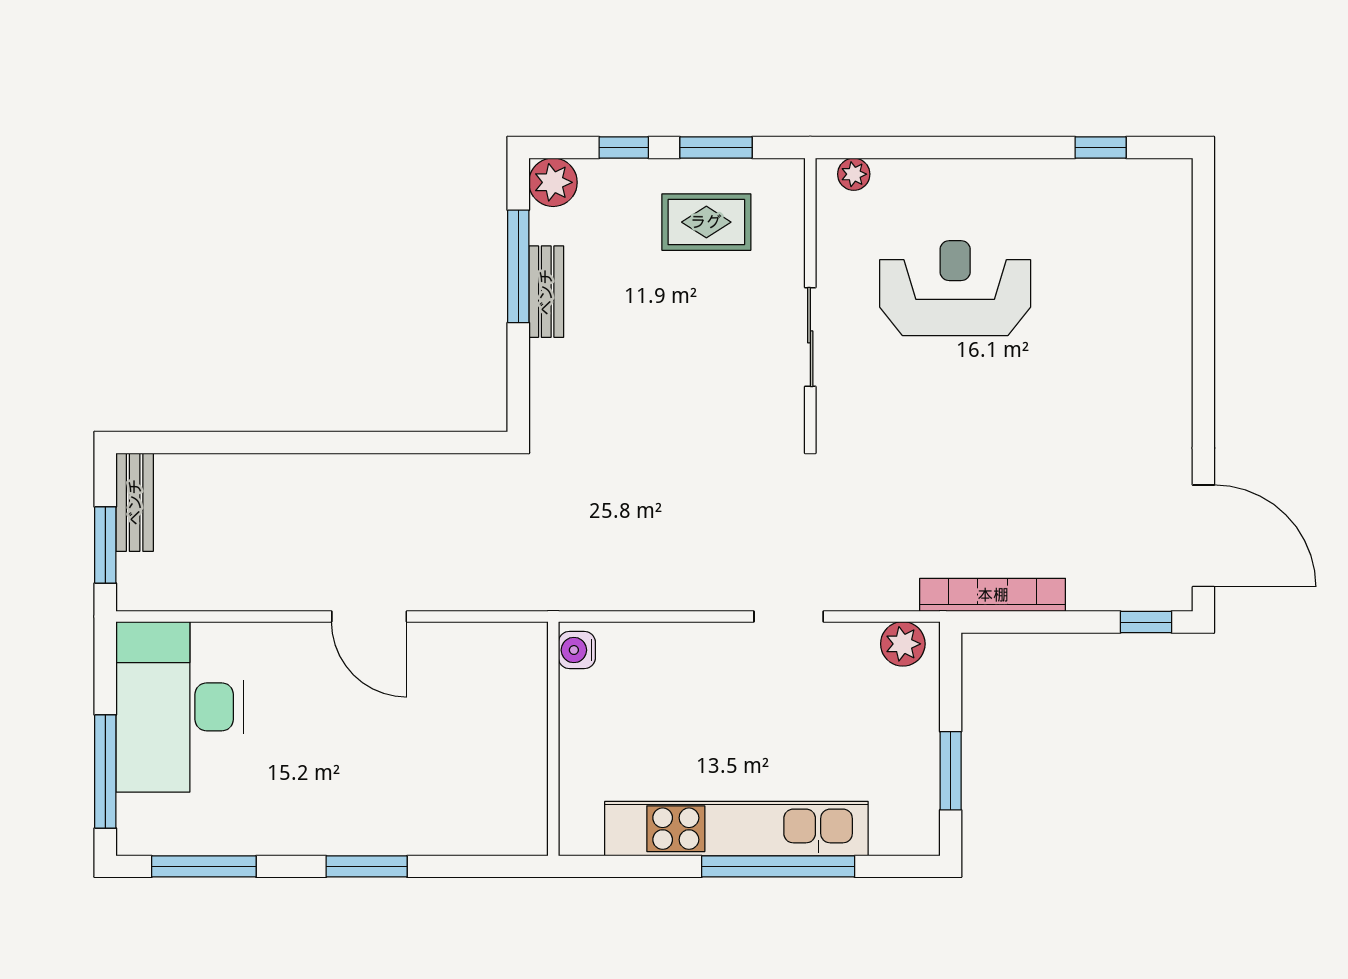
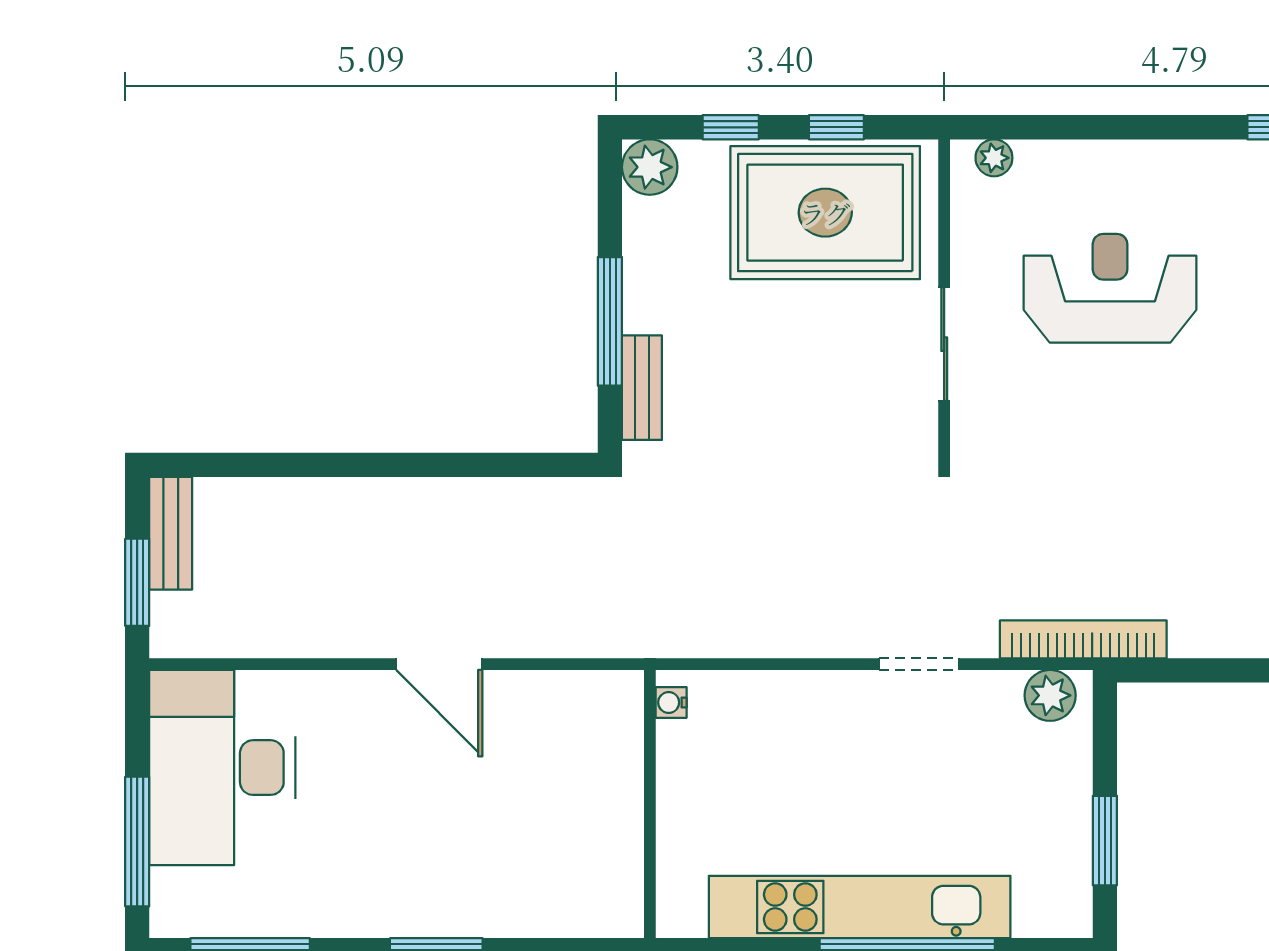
window: (716, 148) -> (836, 127), width x0.67
rug: (706, 222) -> (825, 213), width x1.86, depth x2.06
window: (518, 266) -> (610, 321), moved
bench: (546, 292) -> (642, 388), moved
bookcase: (993, 595) -> (1083, 639), moved
water cooler: (577, 650) -> (671, 702), width x0.72, depth x0.72

